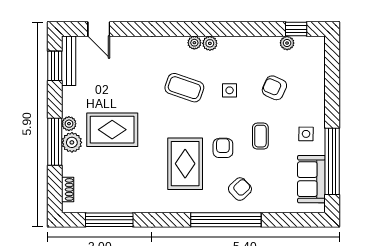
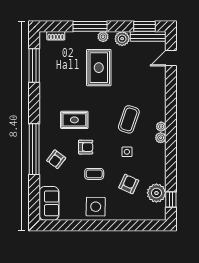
plant: (287, 43) -> (156, 193), width x1.88, depth x1.88
side table: (306, 134) -> (96, 207), width x1.87, depth x1.87
plant: (72, 142) -> (122, 39), moved
window: (332, 161) -> (76, 225), removed
rug: (185, 164) -> (74, 120), width x0.73, depth x0.70
sofa: (311, 179) -> (49, 203), moved, turned 90
armchair: (240, 189) -> (56, 159), turned 80

